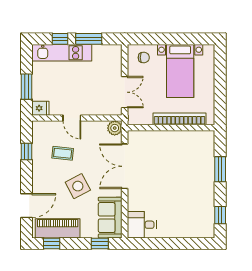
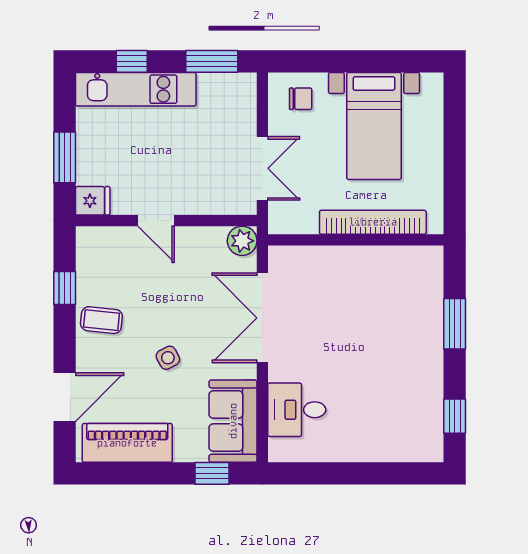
window: (89, 39) -> (212, 61), moved
coffee table: (63, 153) -> (101, 320), moved
side table: (78, 186) -> (168, 358), width x0.54, depth x0.54
desk: (142, 225) -> (297, 410), moved
window: (52, 243) -> (115, 473), removed

